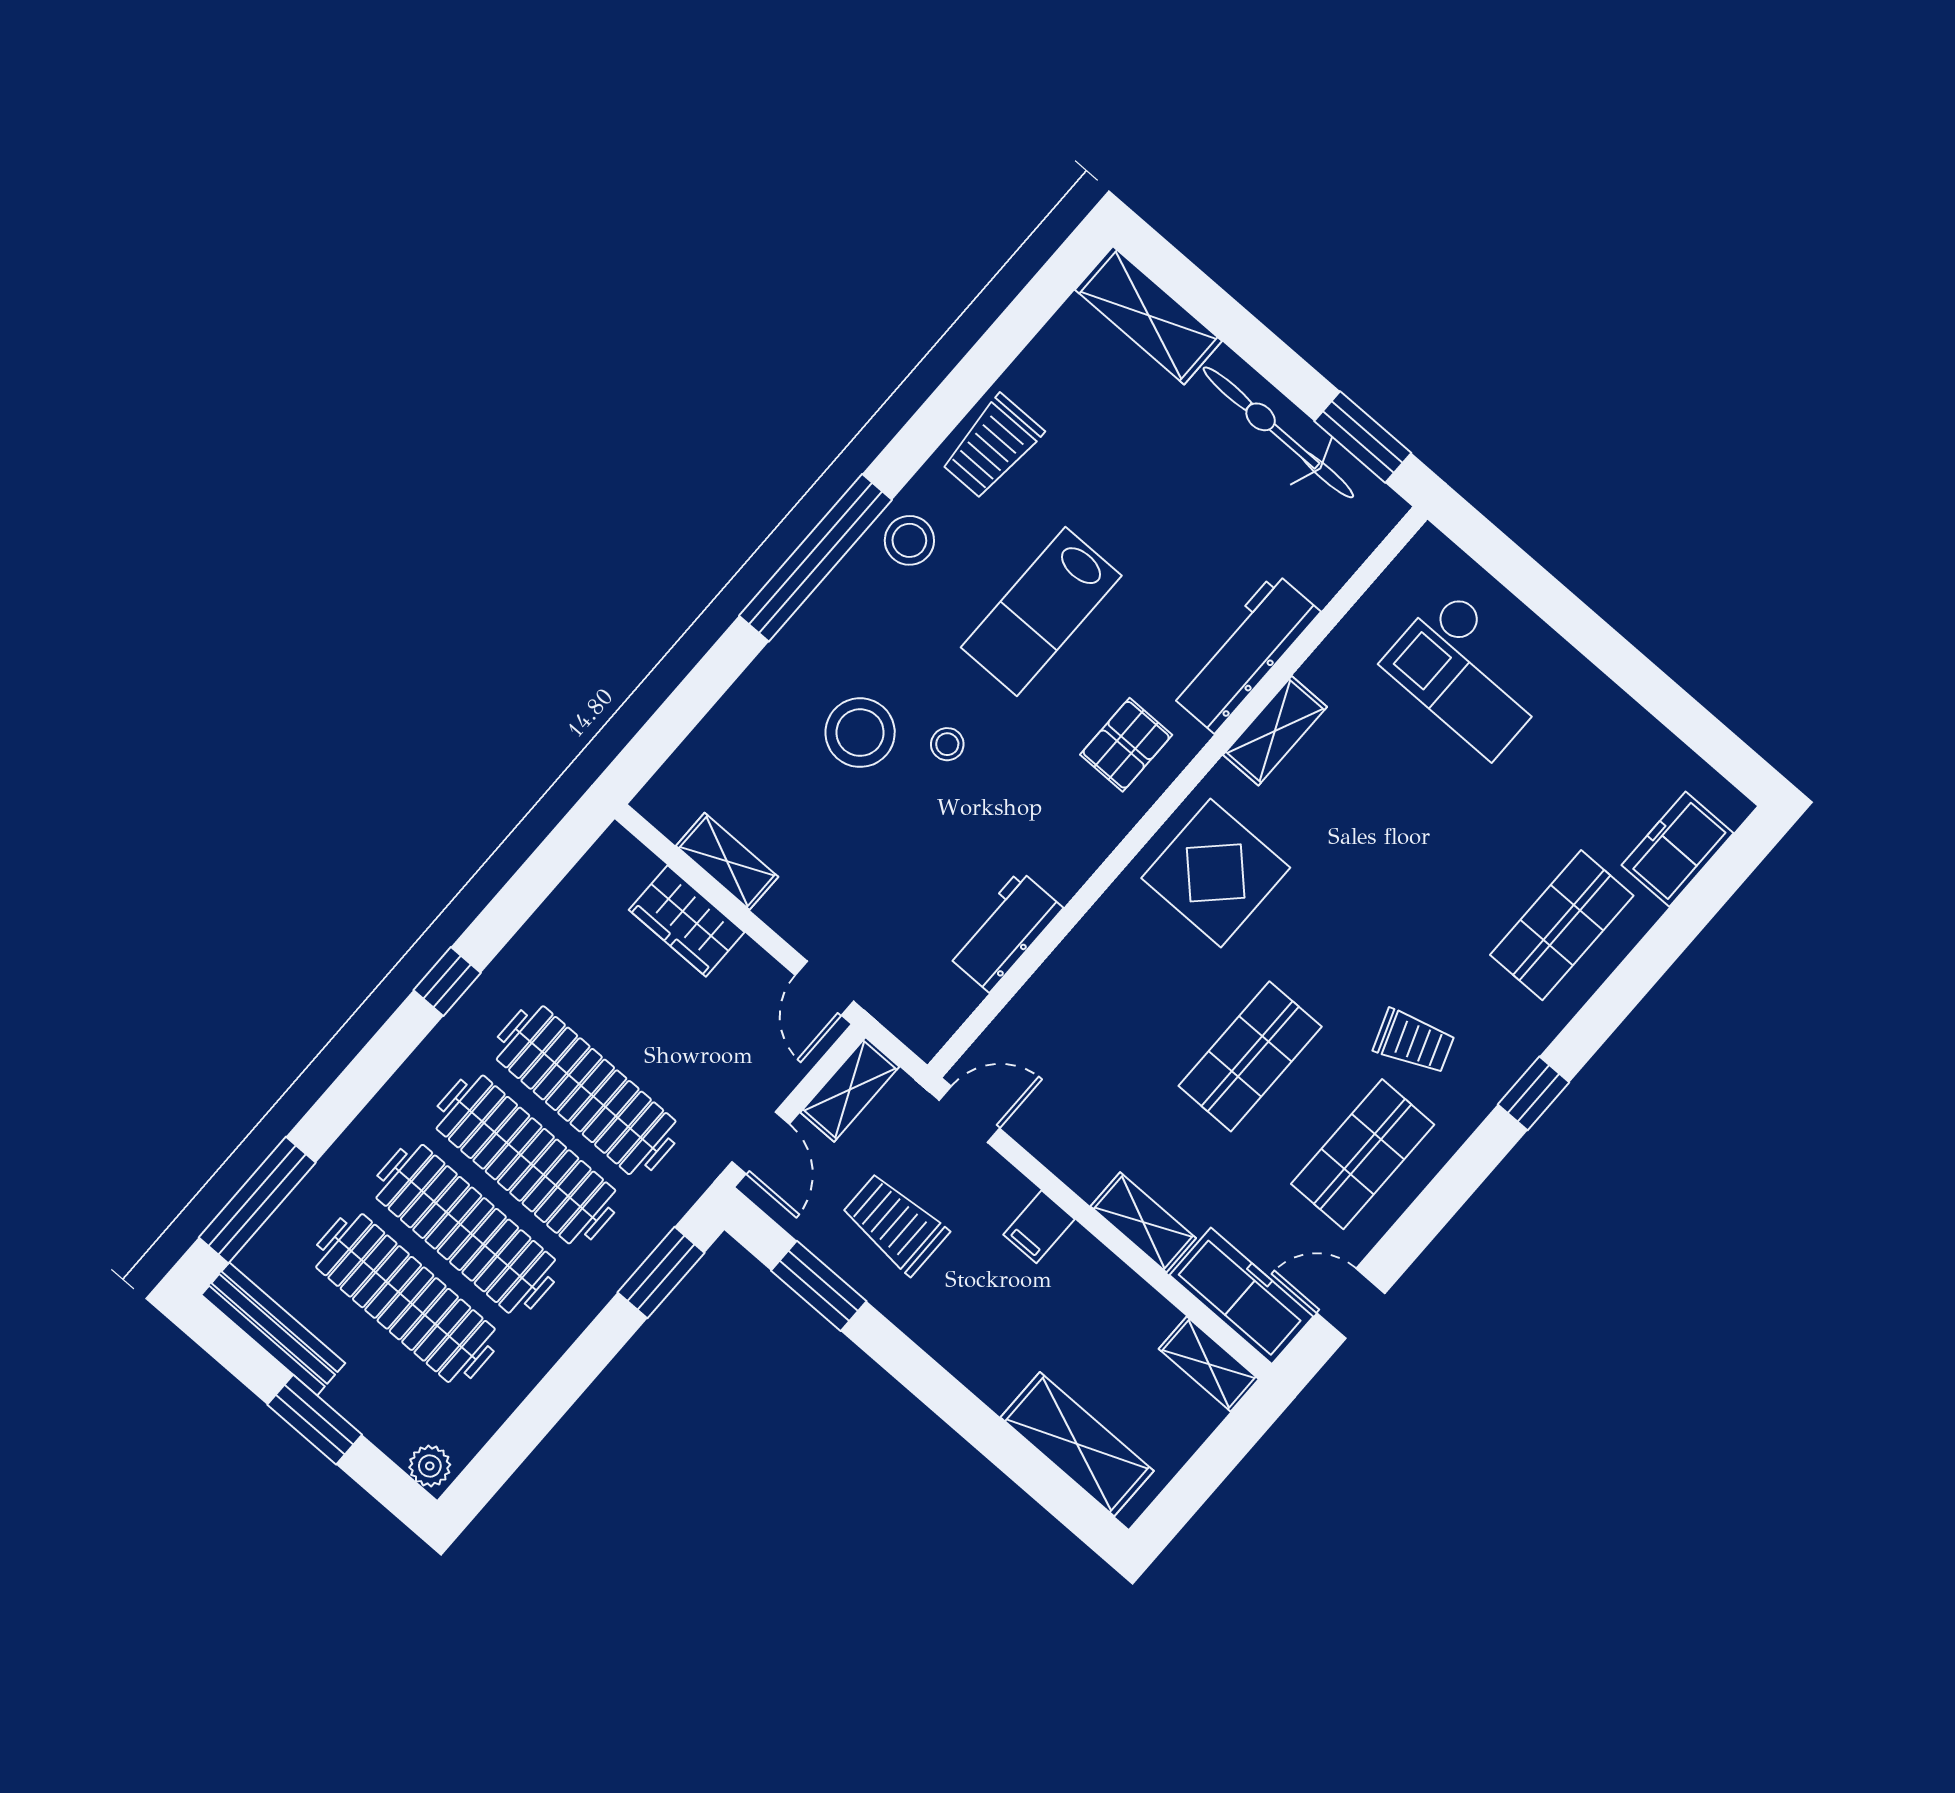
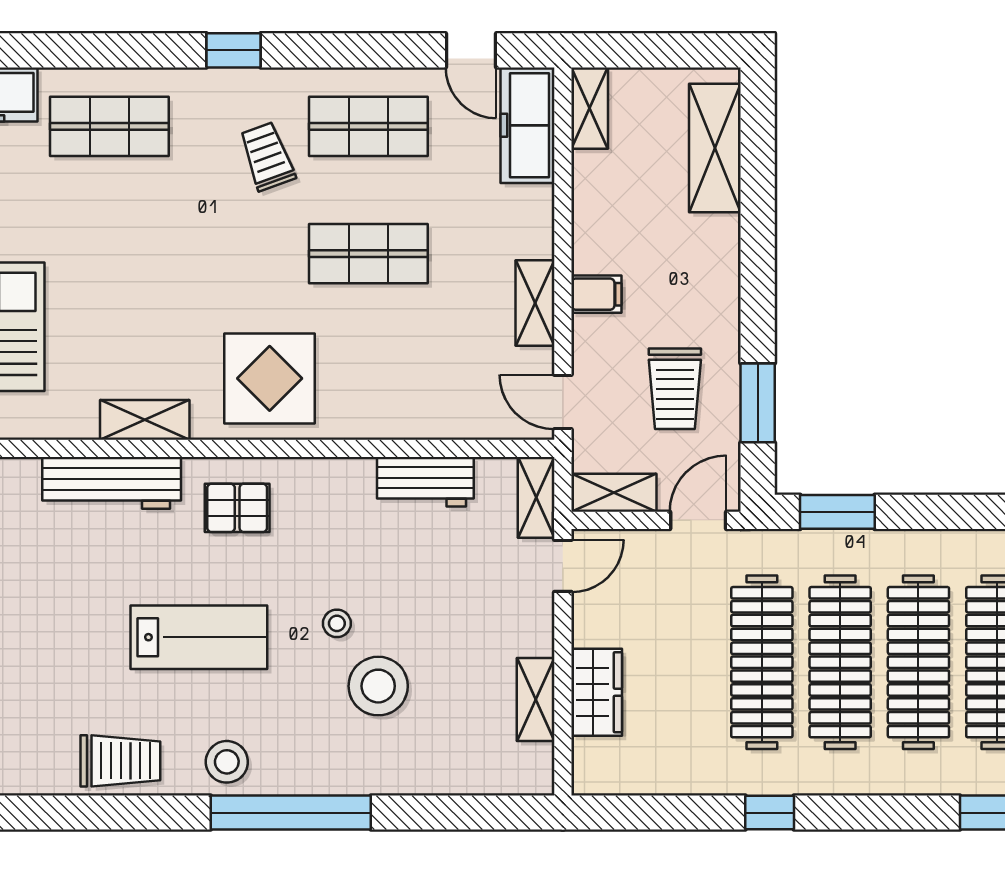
shelving: (905, 1017) -> (536, 497), added
shelving: (1143, 1222) -> (535, 303), moved

